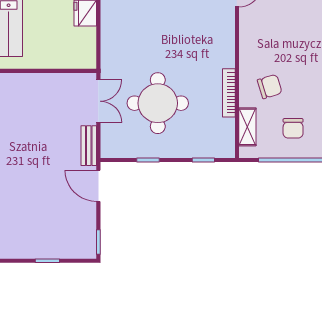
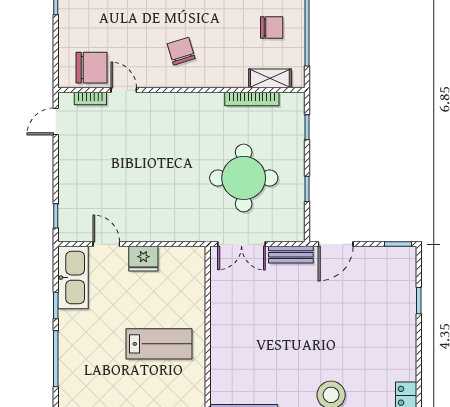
chair: (270, 86) -> (181, 51), moved
bookcase: (229, 93) -> (252, 99), moved
double door: (98, 101) -> (241, 244), swing flipped

